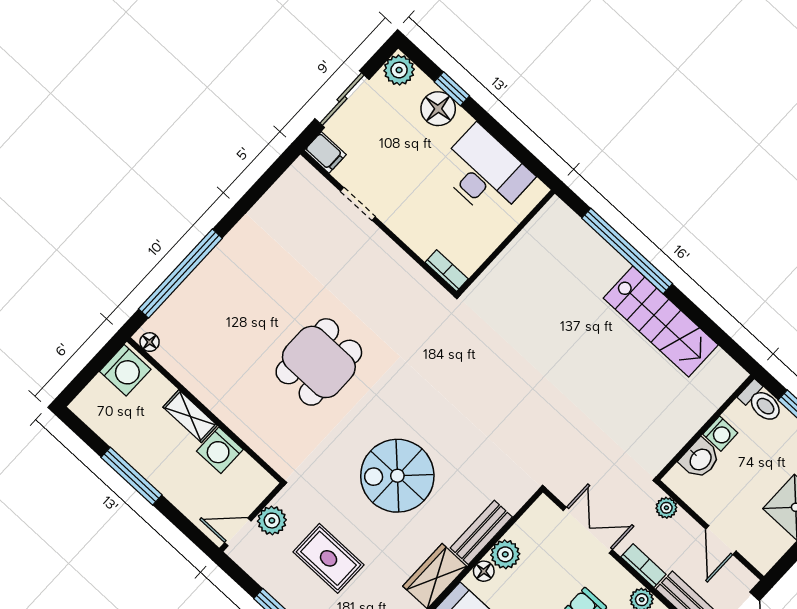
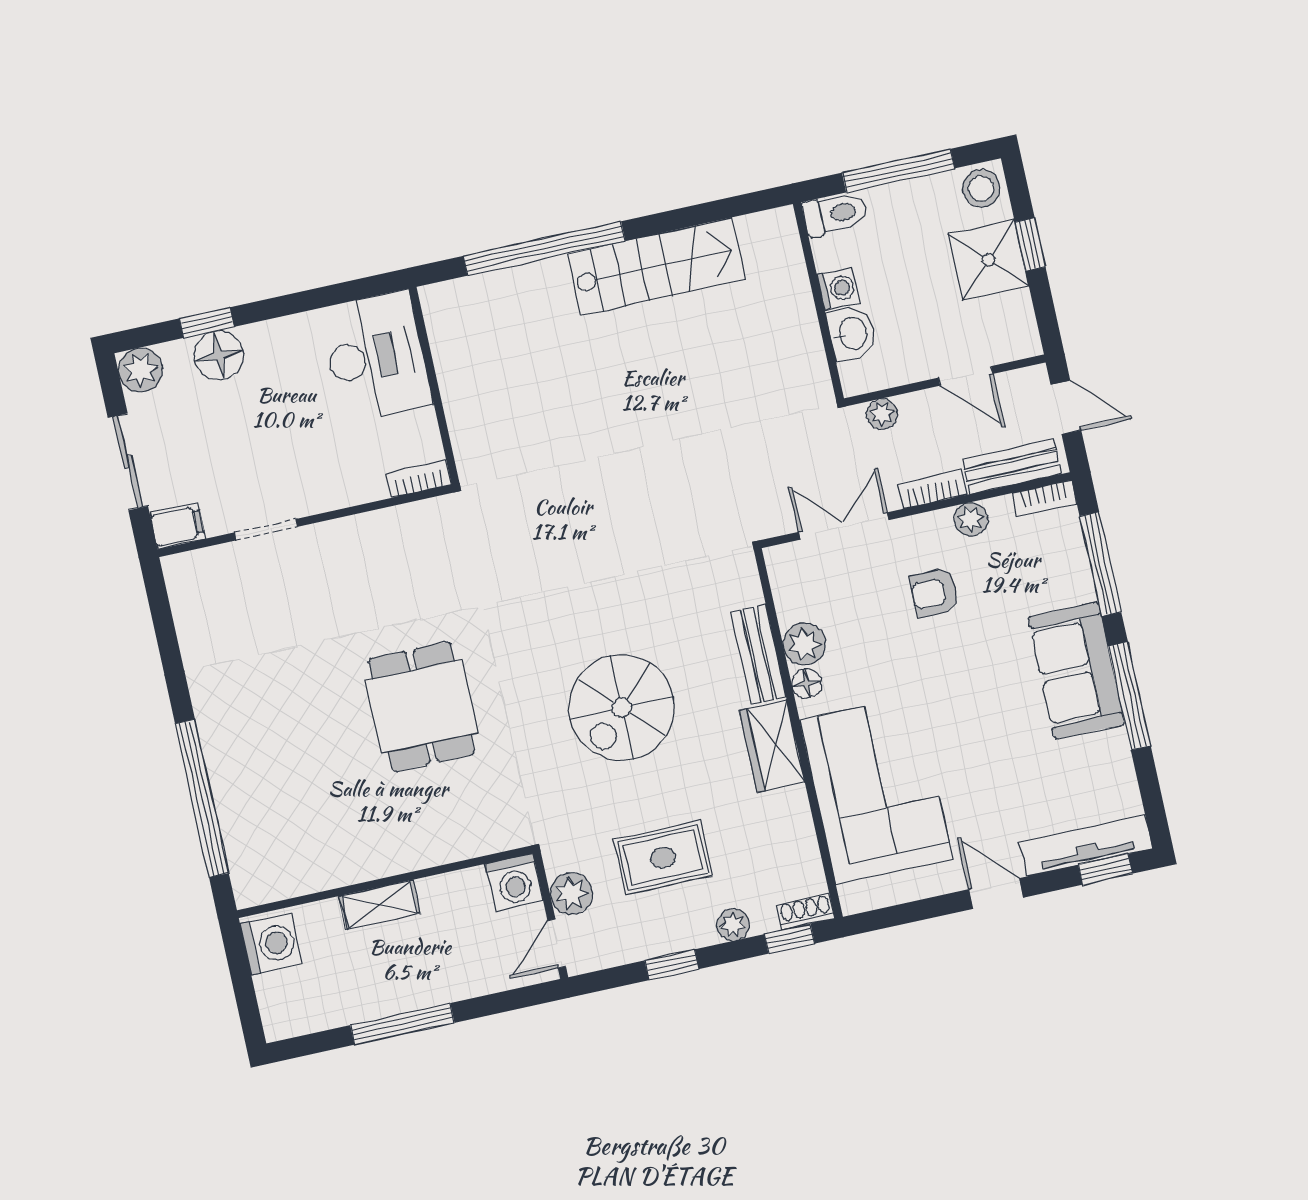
desk: (485, 172) -> (376, 356), moved, turned 90
floor lamp: (150, 342) -> (258, 892), removed
washing machine: (220, 450) -> (514, 882), moved

